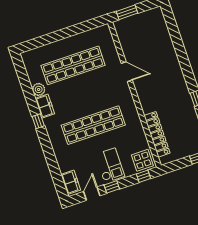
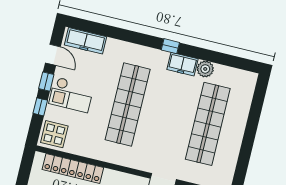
window: (143, 176) -> (40, 107), moved
freezer: (71, 182) -> (86, 41), width x1.40

